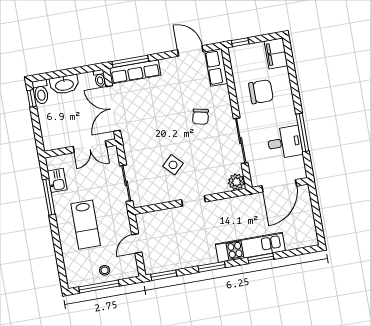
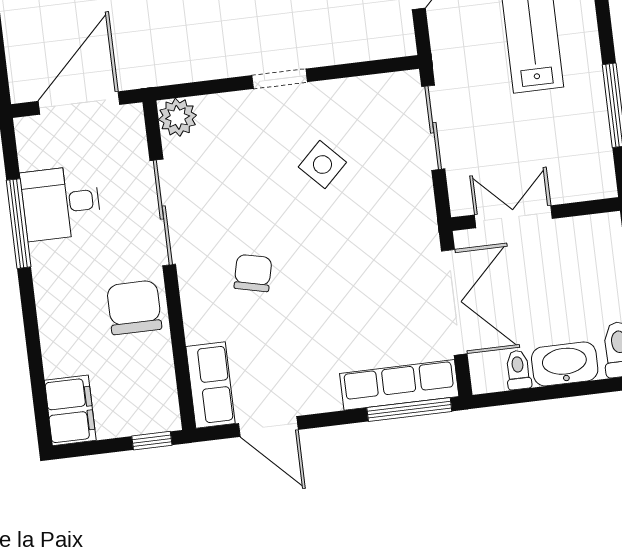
toilet: (100, 78) -> (518, 370), moved
chair: (261, 92) -> (134, 307), moved, turned 90
kitchen sink: (57, 180) -> (593, 143), removed

